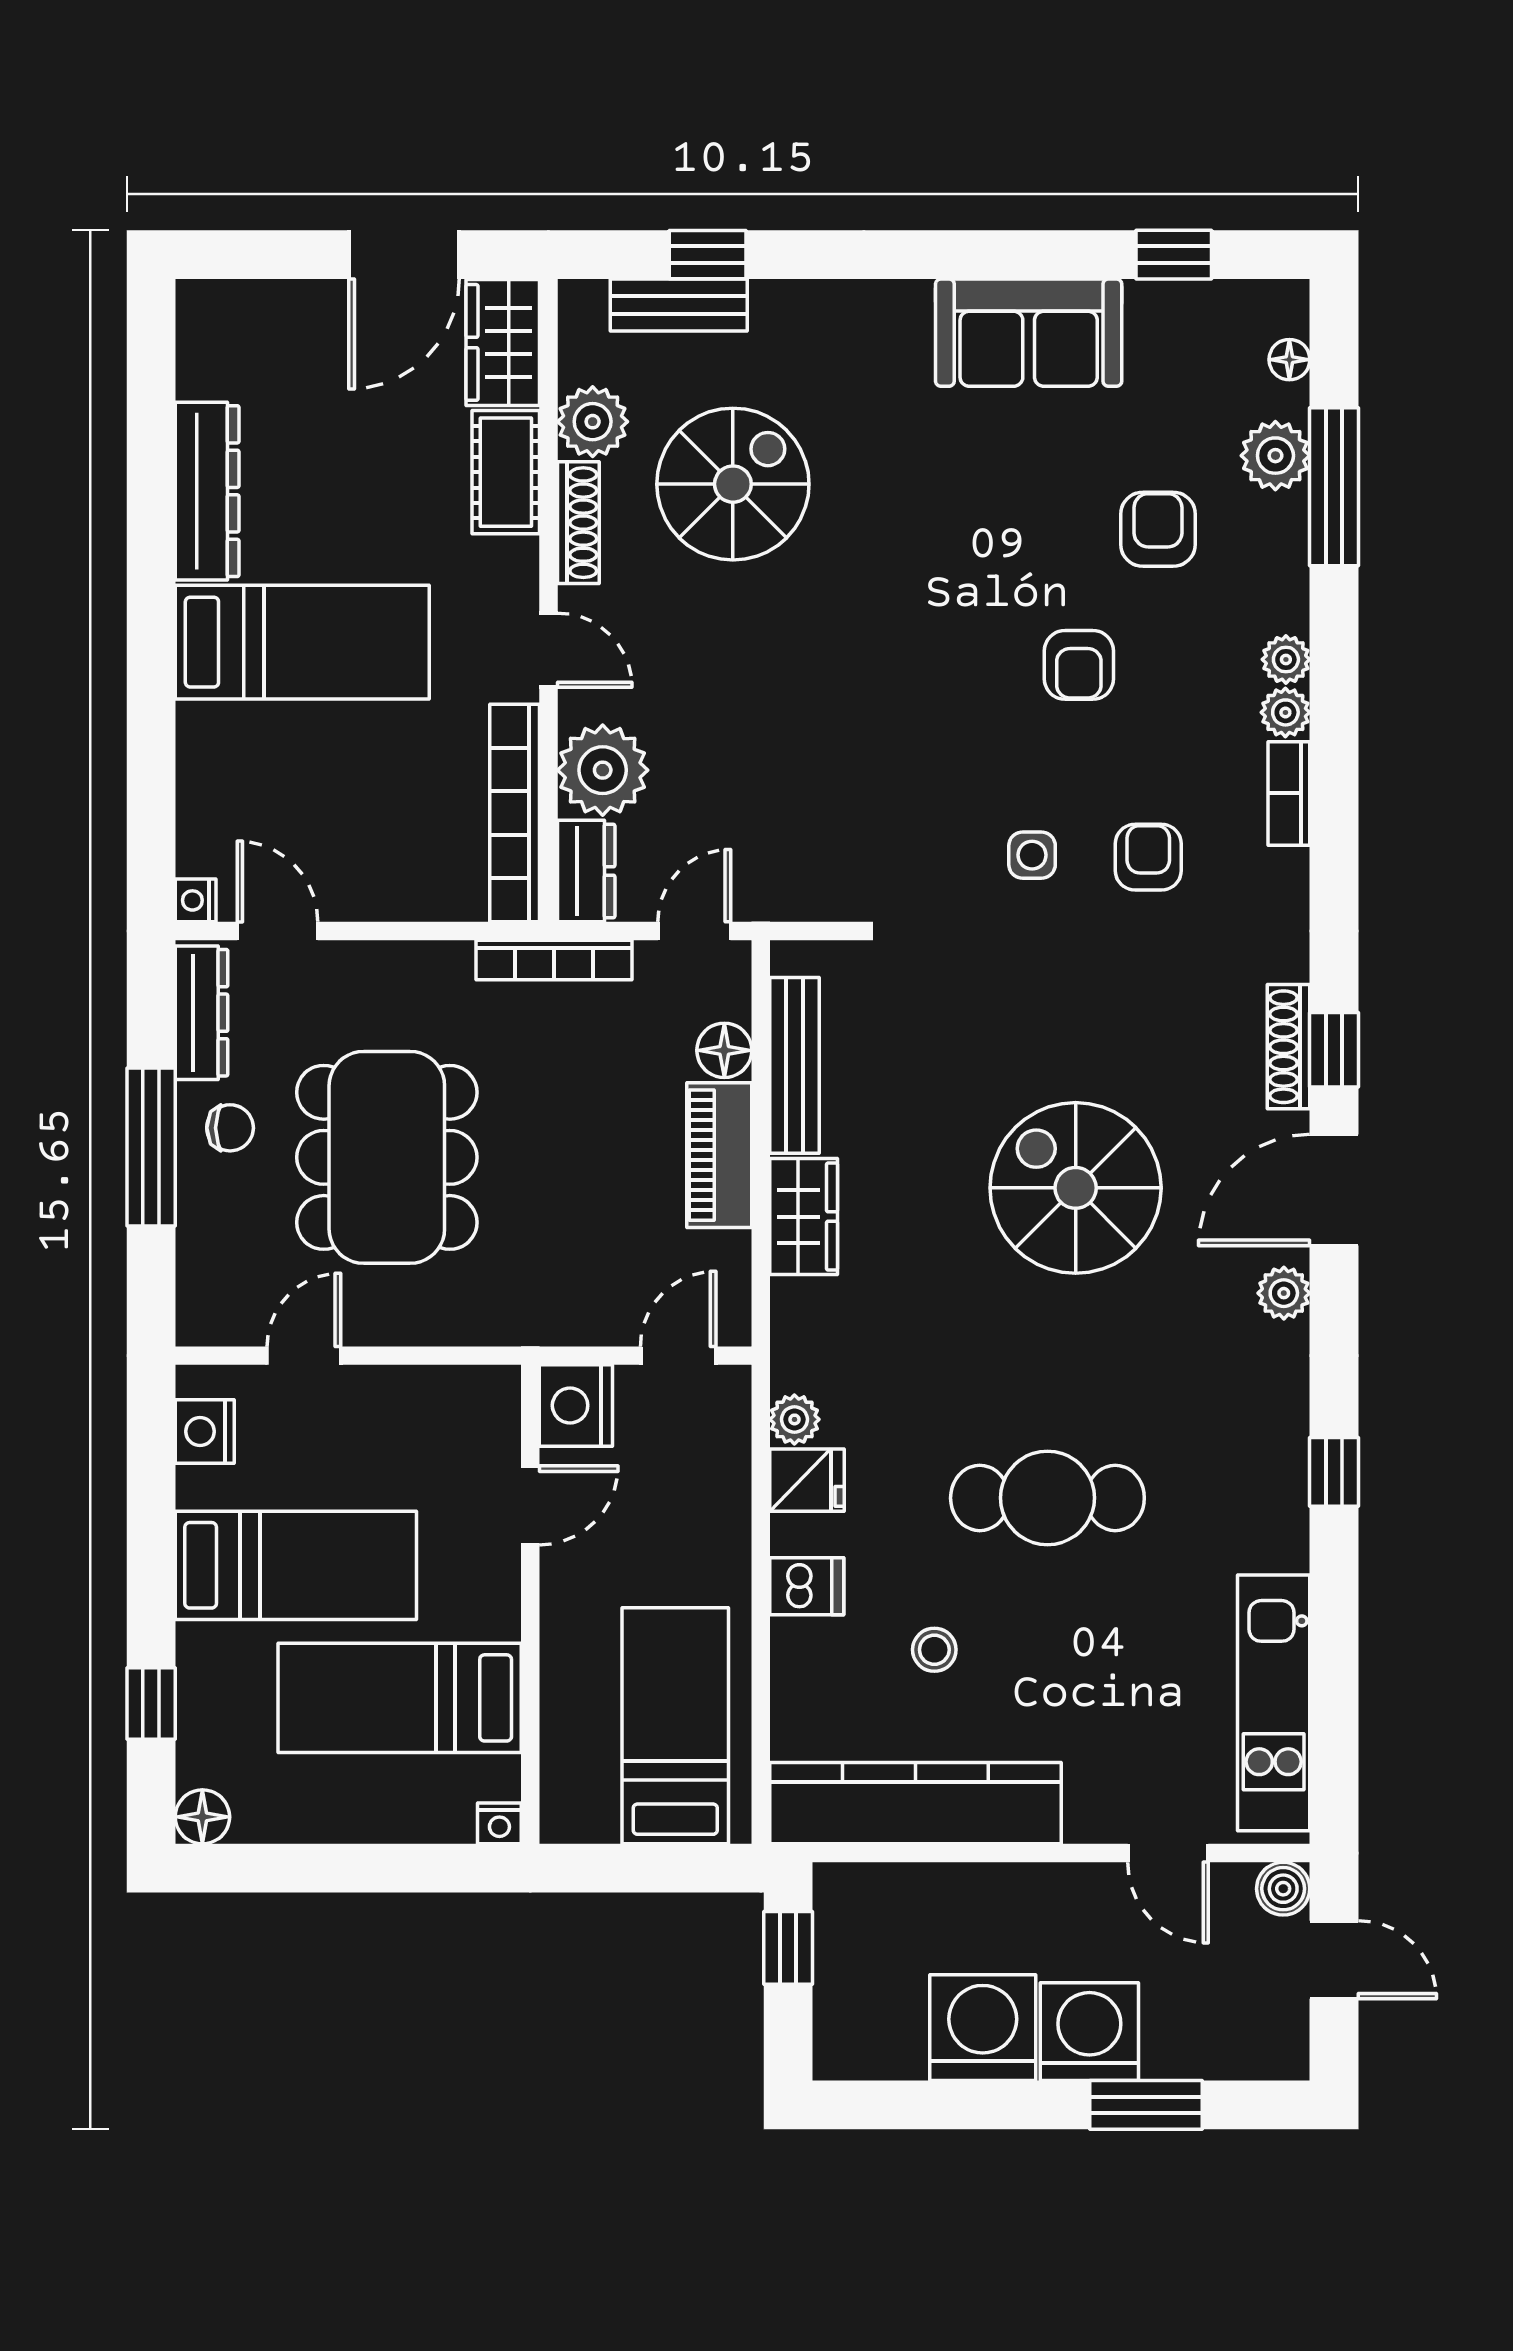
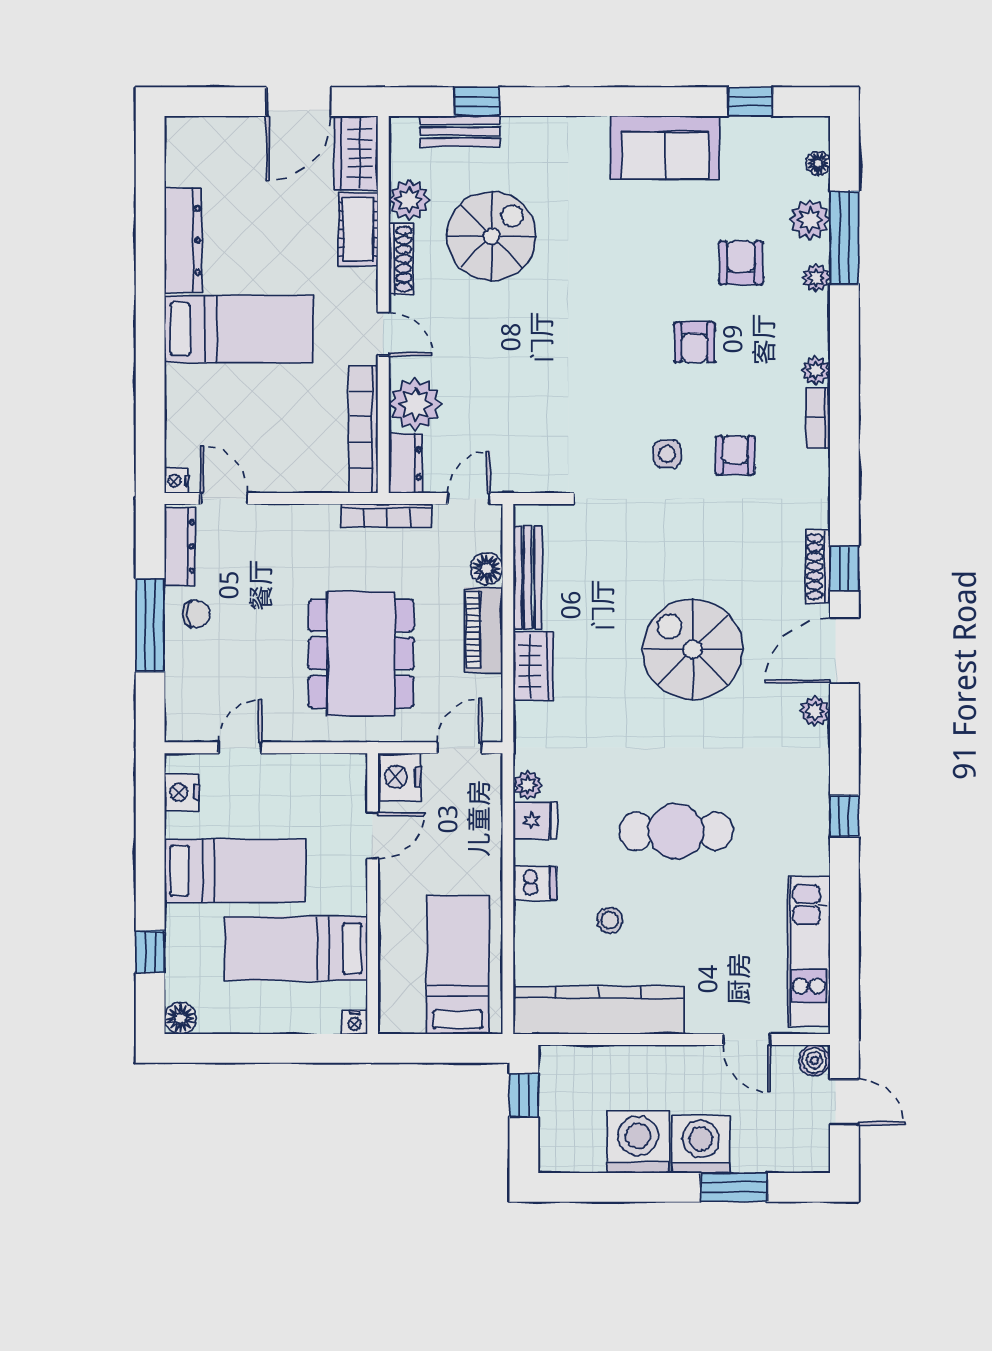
plant: (1286, 659) -> (816, 278), moved
dining table: (387, 1157) -> (361, 654), moved

